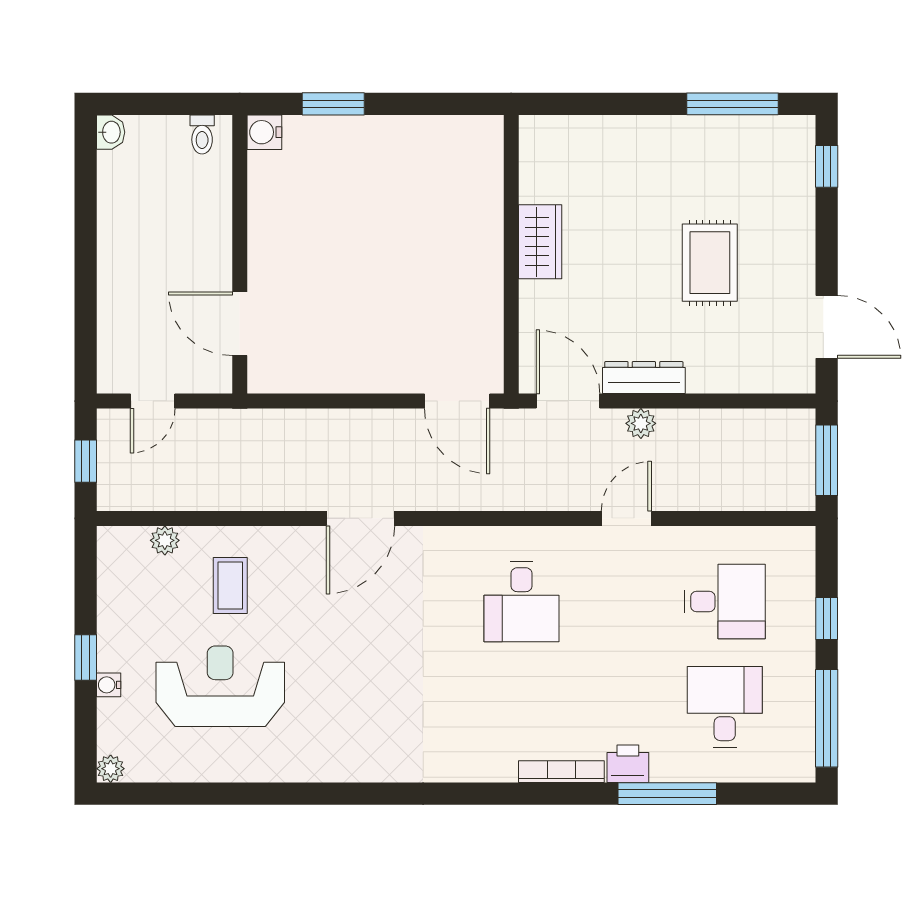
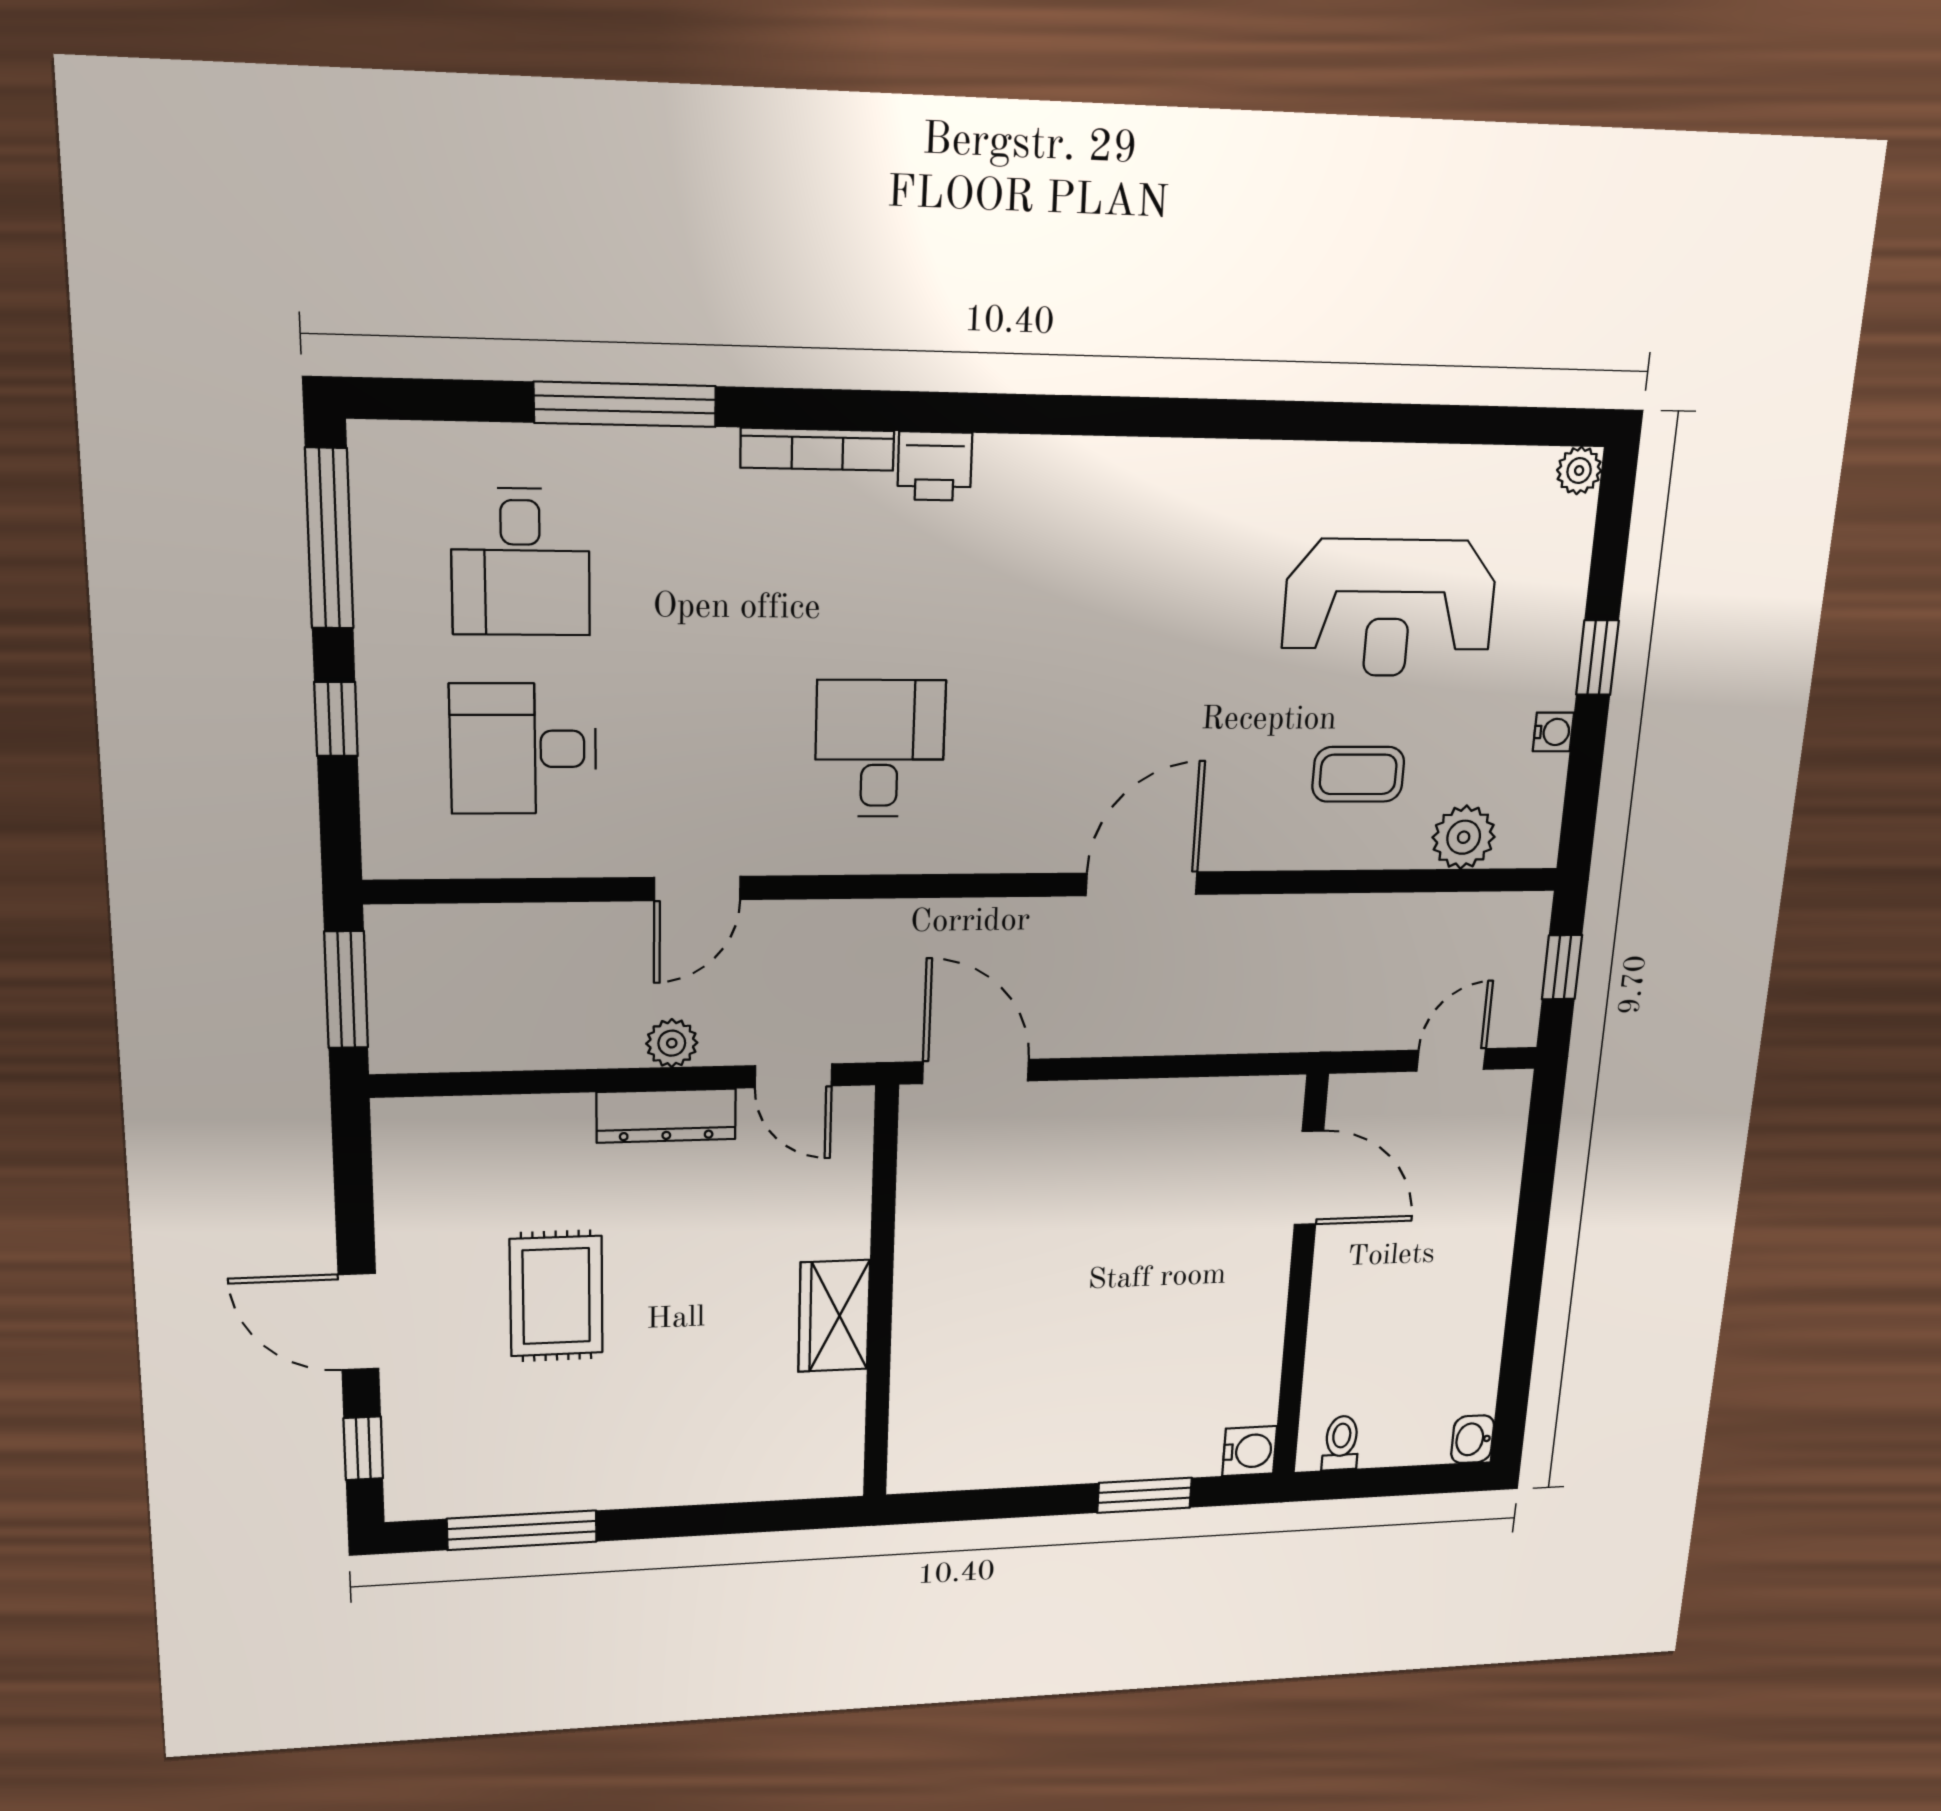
door: (827, 327) -> (359, 1322), moved
door: (568, 401) -> (794, 1076), width x0.73
plant: (165, 540) -> (1464, 837), width x1.38, depth x1.38
coffee table: (230, 586) -> (1358, 774), turned 90
water cooler: (109, 685) -> (1553, 732), moved
printer: (628, 764) -> (935, 466), moved

